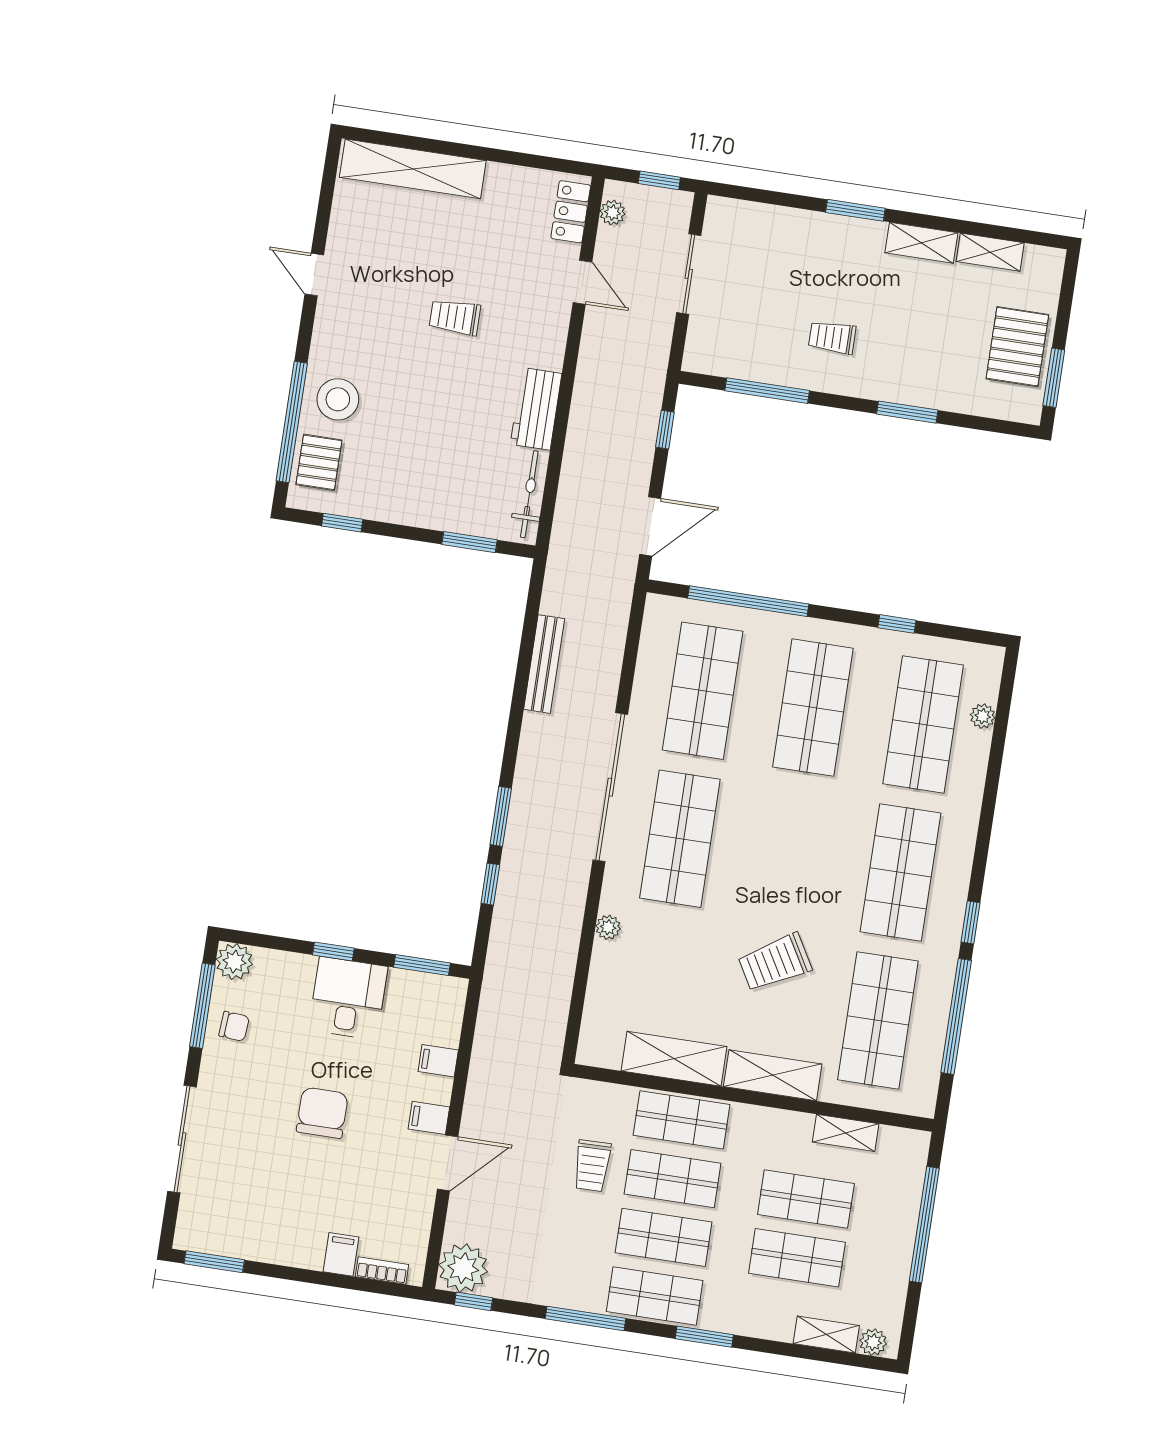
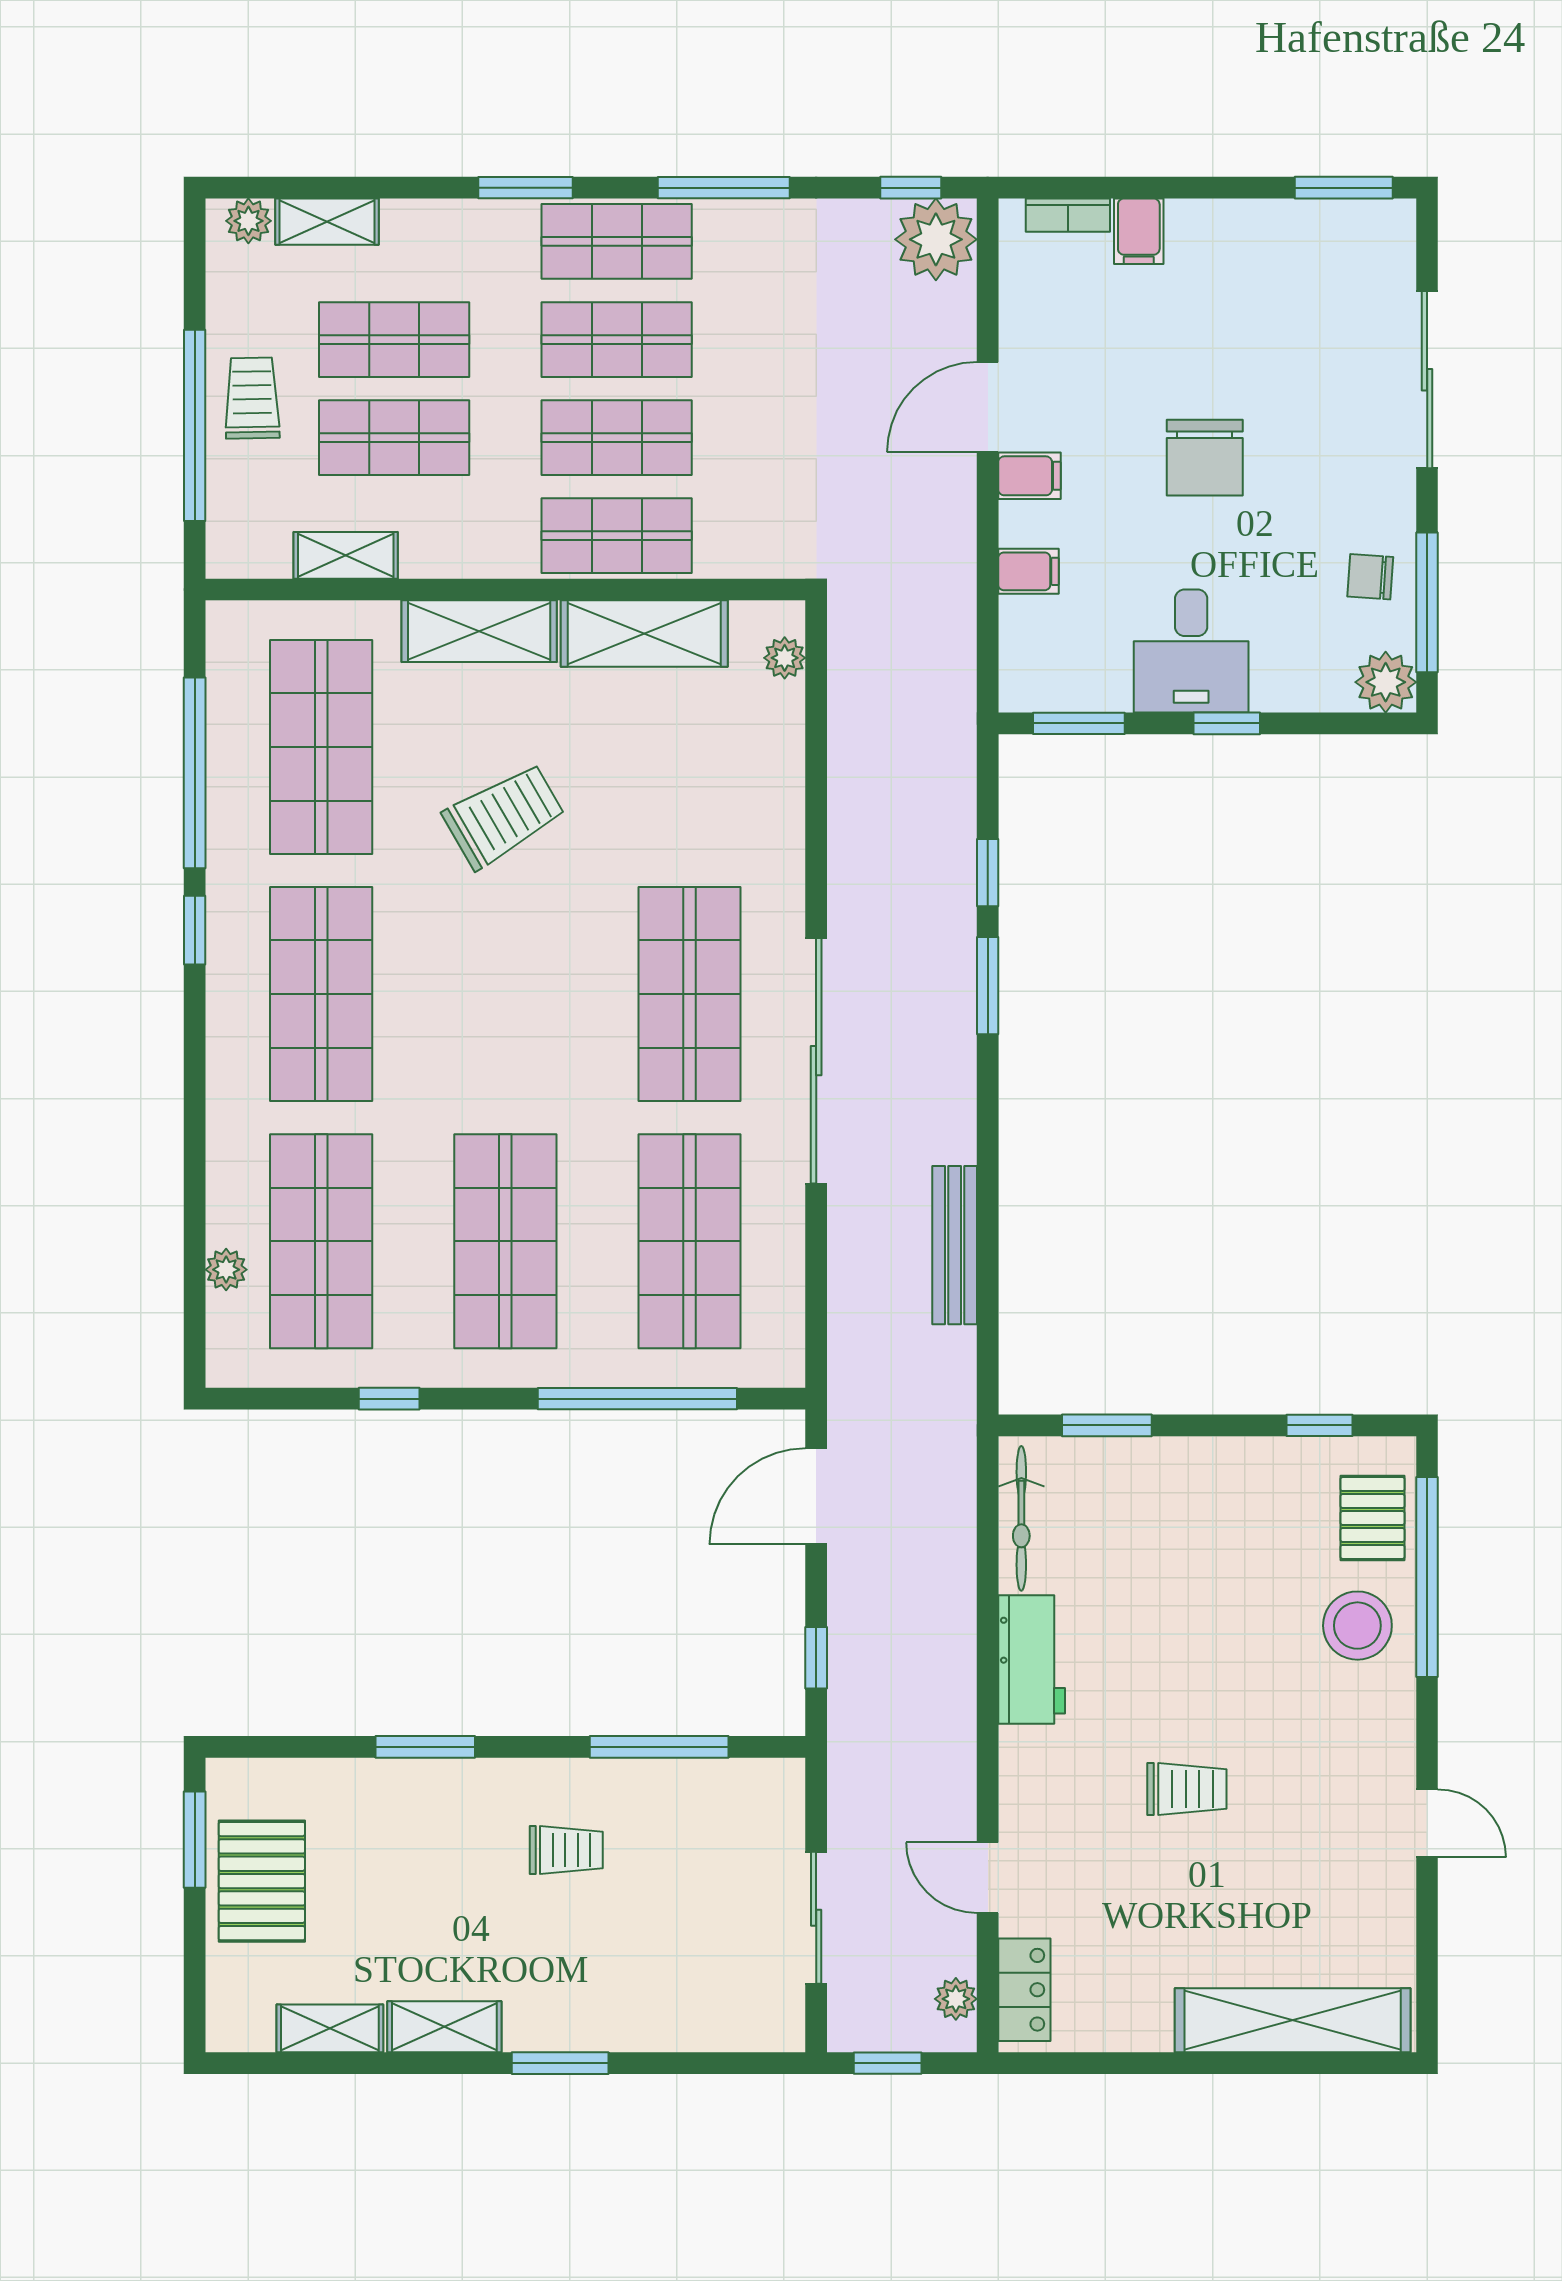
plant: (608, 927) -> (785, 658), moved
trolley: (592, 1166) -> (252, 398), moved

